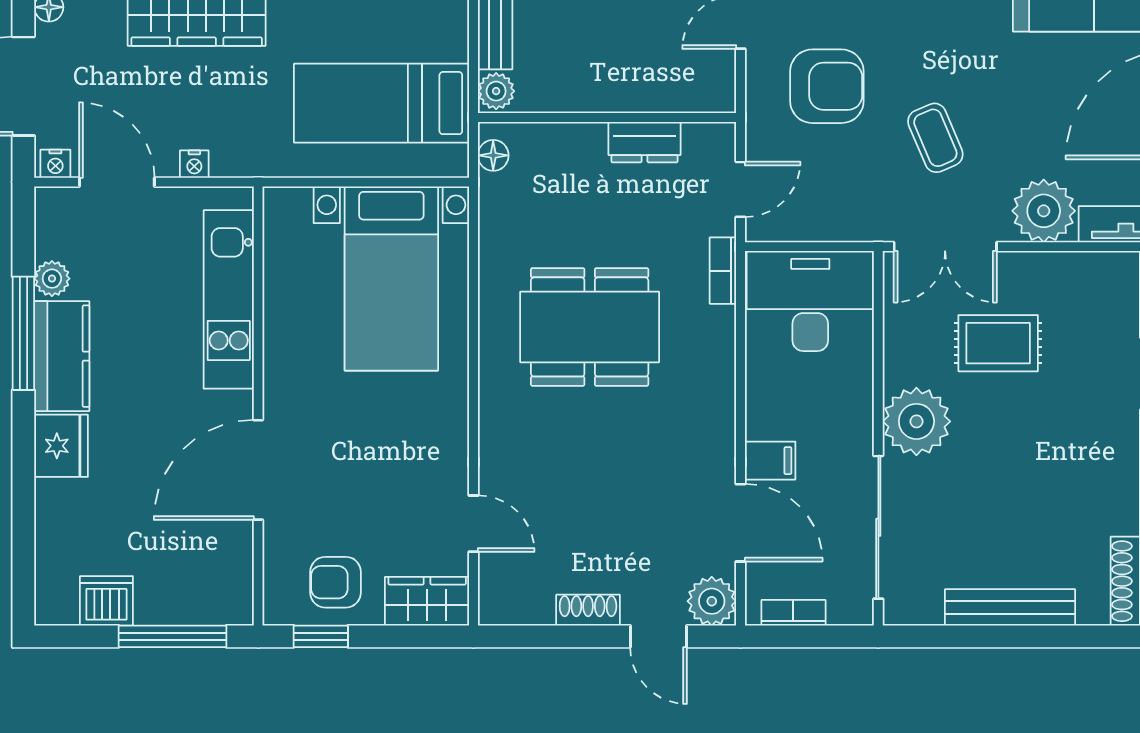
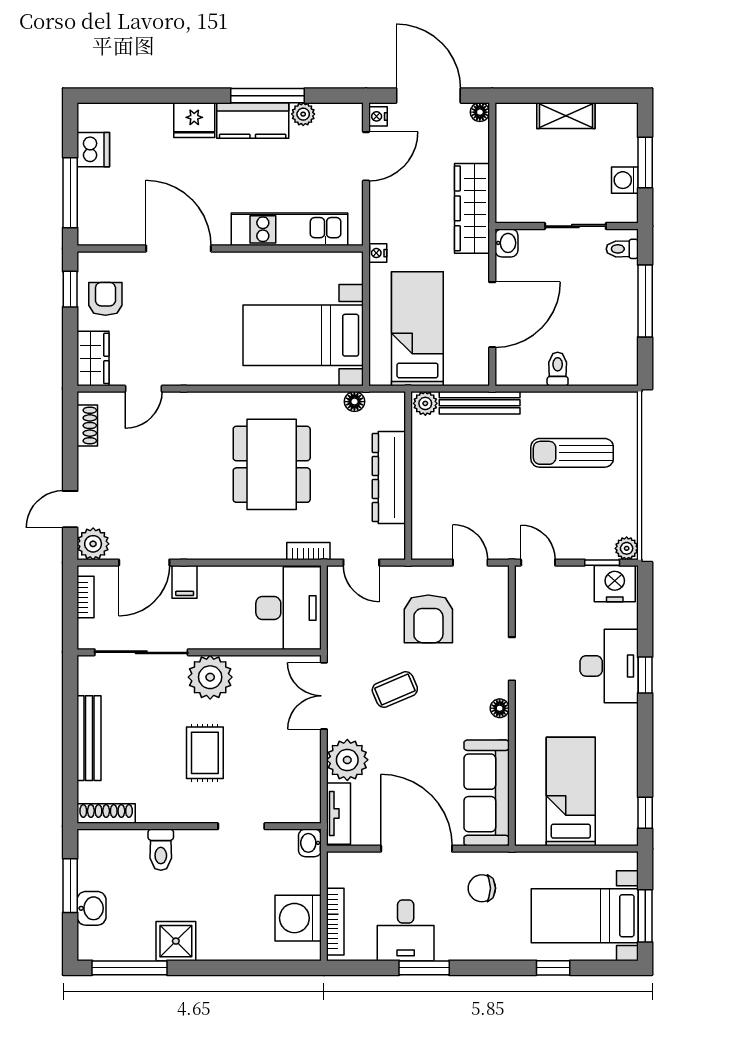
dresser: (645, 142) -> (389, 477), width x1.96, depth x1.24
floor lamp: (493, 155) -> (354, 402), moved
nightstand: (194, 164) -> (378, 253), moved
rug: (998, 343) -> (205, 753), moved
shoe rack: (588, 610) -> (87, 426), moved

